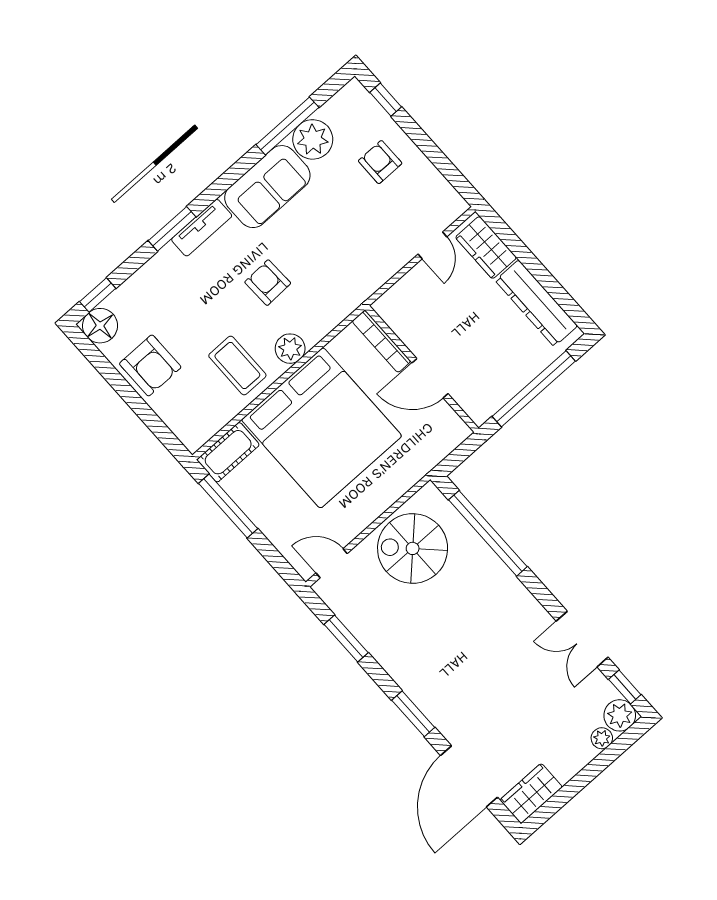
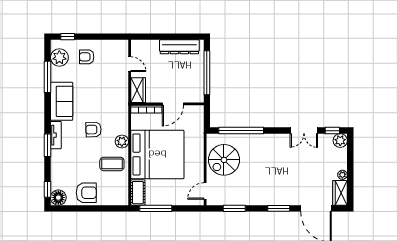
plant: (313, 139) -> (59, 57), moved
wardrobe: (486, 247) -> (138, 90), moved, turned -90
plant: (602, 738) -> (342, 175), moved

